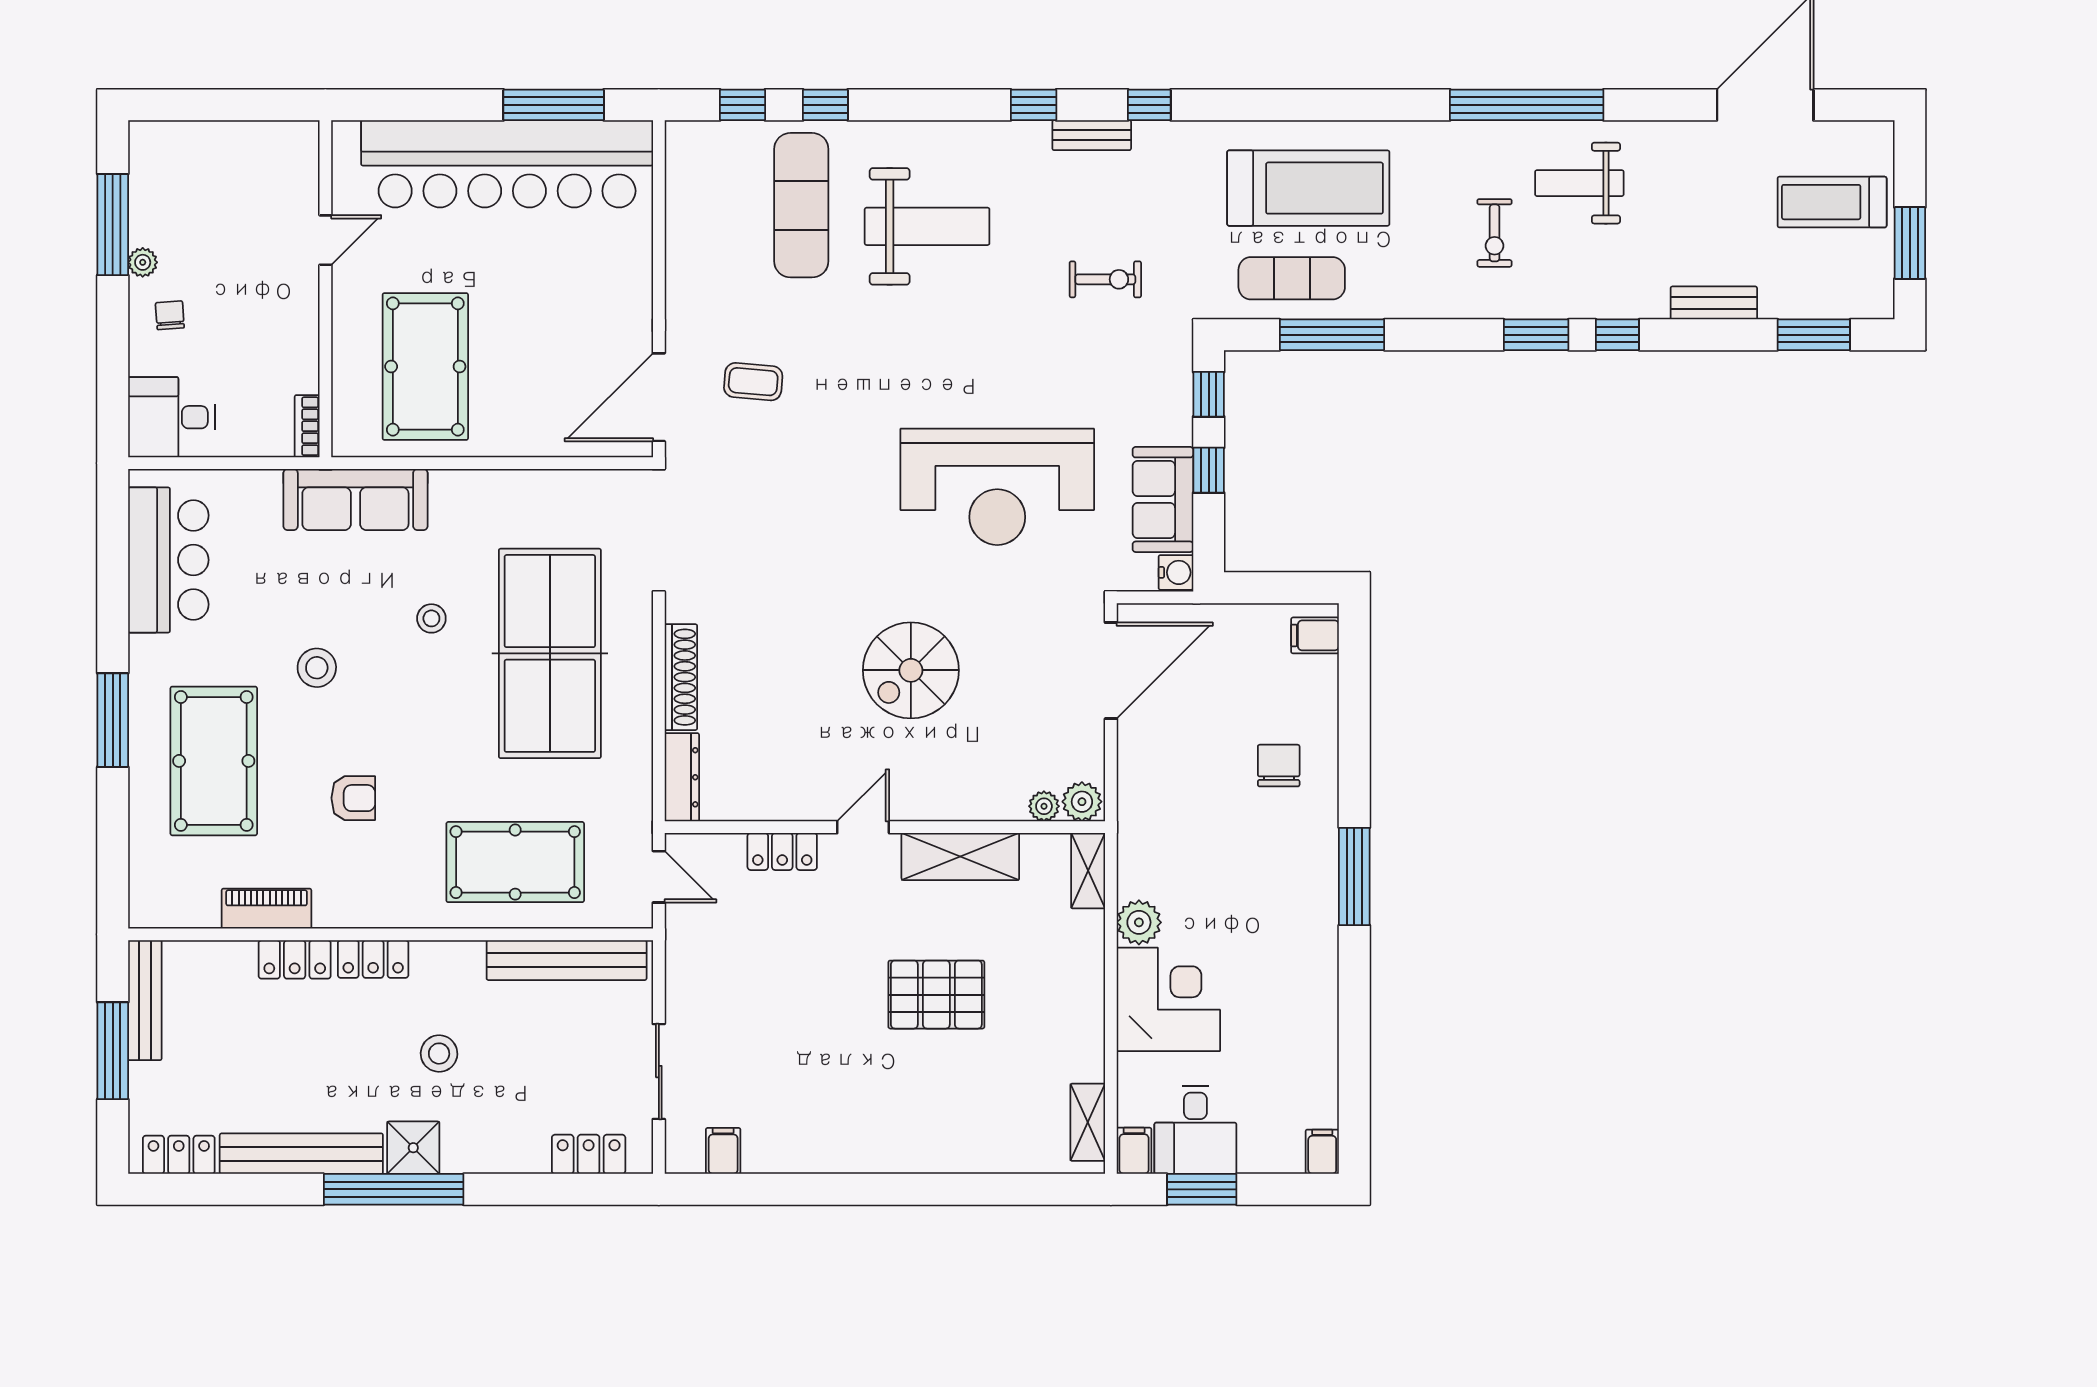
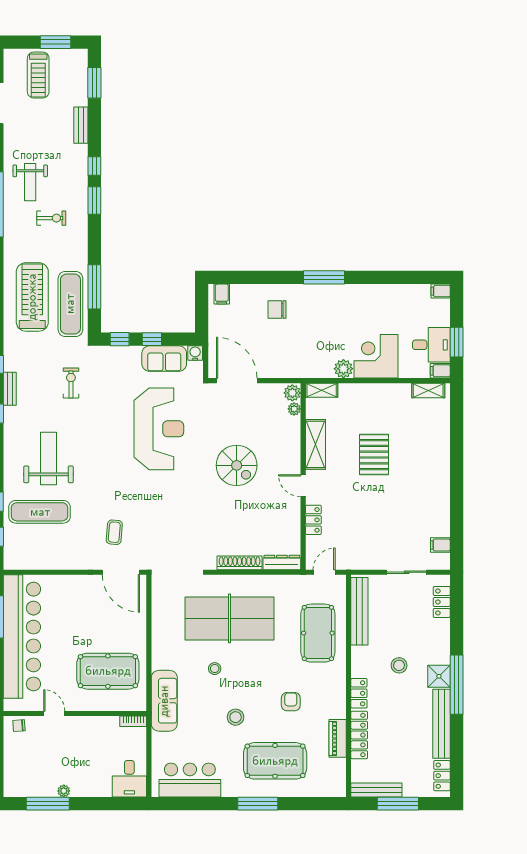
exercise mat: (1292, 278) -> (70, 304), width x1.36, depth x1.45
chair: (170, 315) -> (19, 726), moved
locker: (295, 959) -> (359, 735), width x1.53

